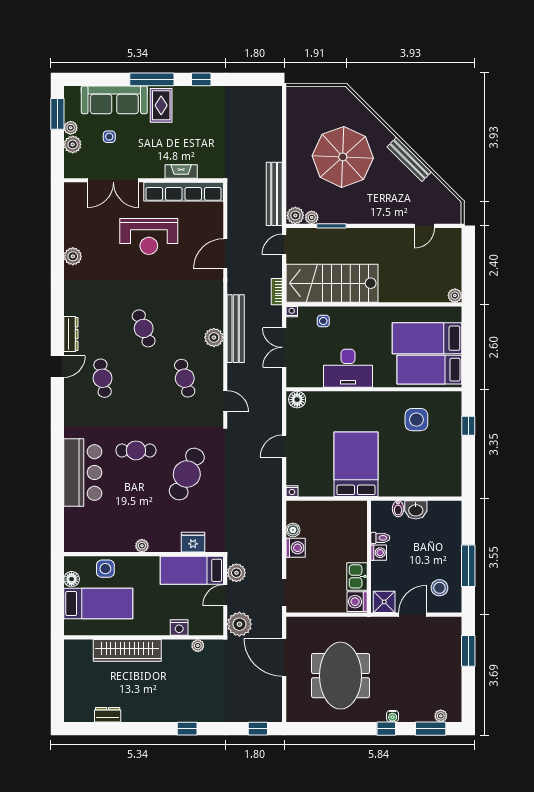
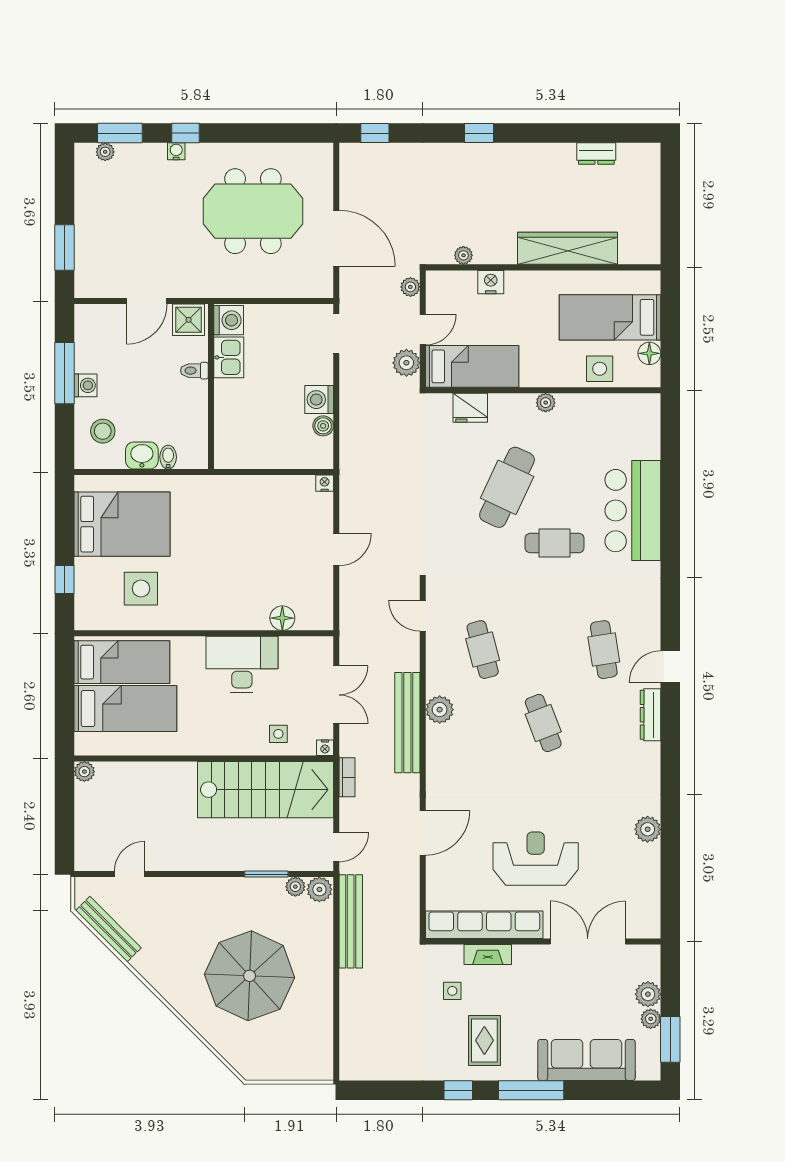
rug: (161, 105) -> (484, 1040), moved
side table: (109, 137) -> (452, 991), moved
bench: (409, 159) -> (108, 929), moved
floor lamp: (297, 400) -> (282, 618), moved
bed: (356, 464) -> (122, 524), moved, turned -90
cafe table: (187, 474) -> (507, 487), moved
toilet: (380, 538) -> (194, 371), moved
washing machine: (379, 553) -> (86, 385), moved, turned 180
stool: (439, 588) -> (103, 431), moved
plant: (239, 624) -> (410, 287), width x0.53, depth x0.53
meeting table: (340, 676) -> (253, 211), turned 90

